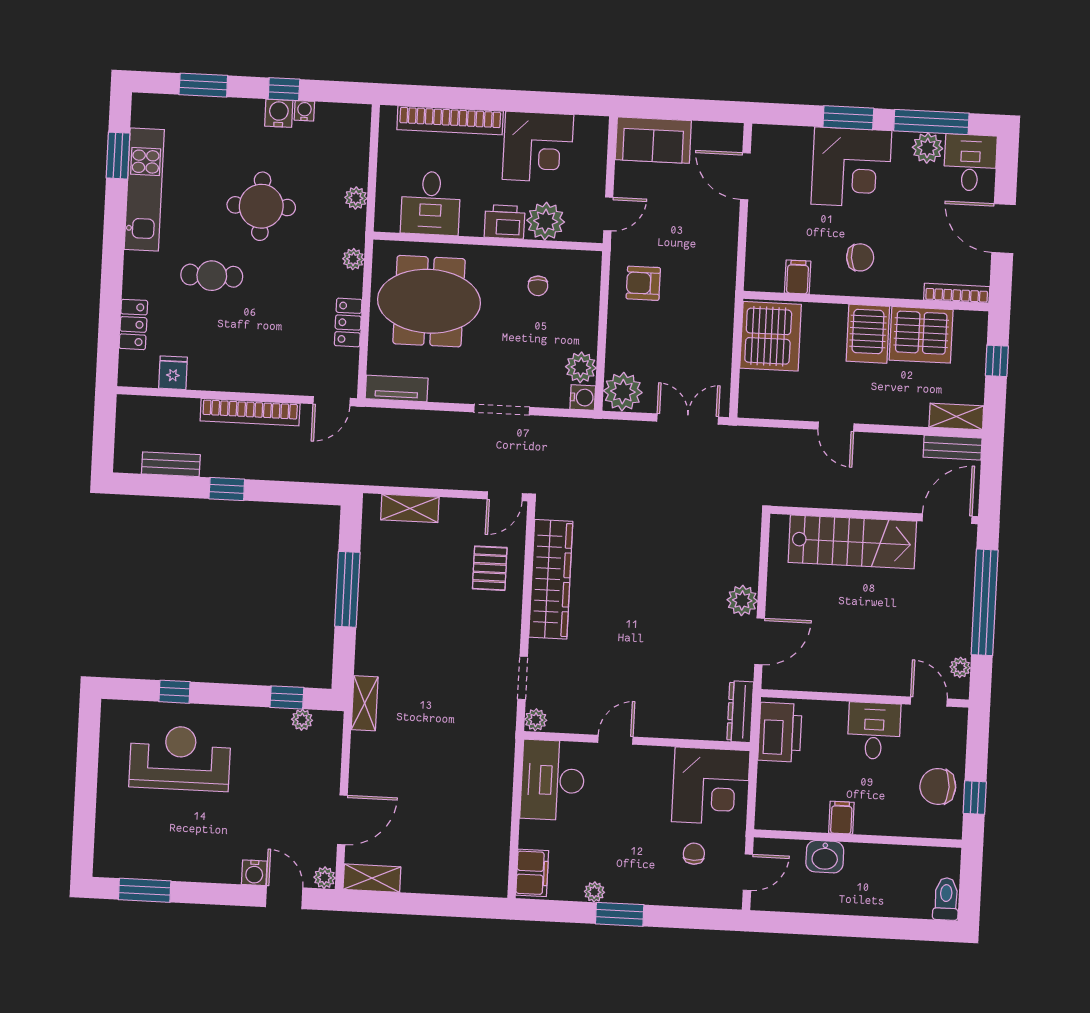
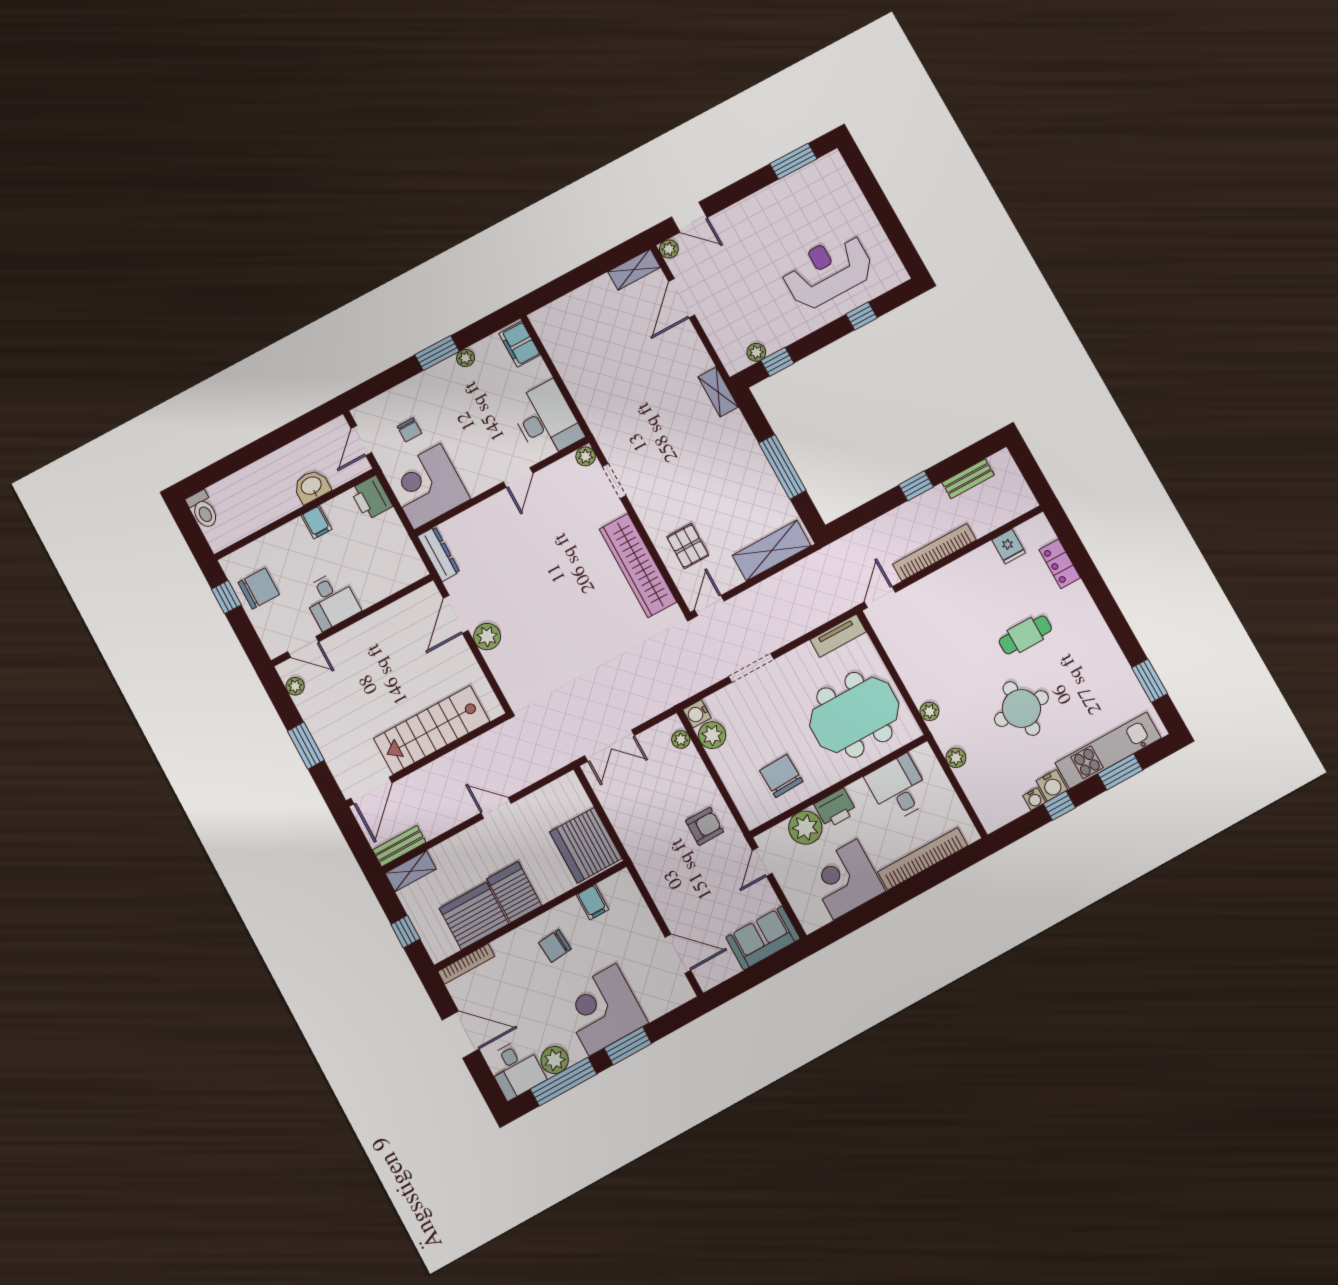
kitchen unit: (144, 190) -> (1108, 751), moved, turned 90
chair: (538, 286) -> (781, 776), width x1.87, depth x1.87
locker: (348, 323) -> (904, 662), removed
plant: (623, 392) -> (681, 739), width x0.53, depth x0.53
shelving: (410, 508) -> (772, 551), width x1.50, depth x1.33
window: (985, 602) -> (306, 746), width x0.47
printer: (780, 732) -> (371, 498), moved, width x0.73, depth x0.84
reception desk: (180, 758) -> (827, 271), turned 180
water cooler: (254, 873) -> (722, 222), removed

